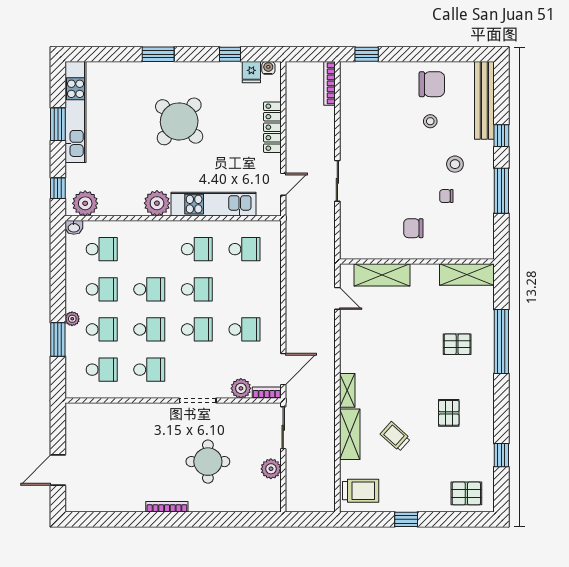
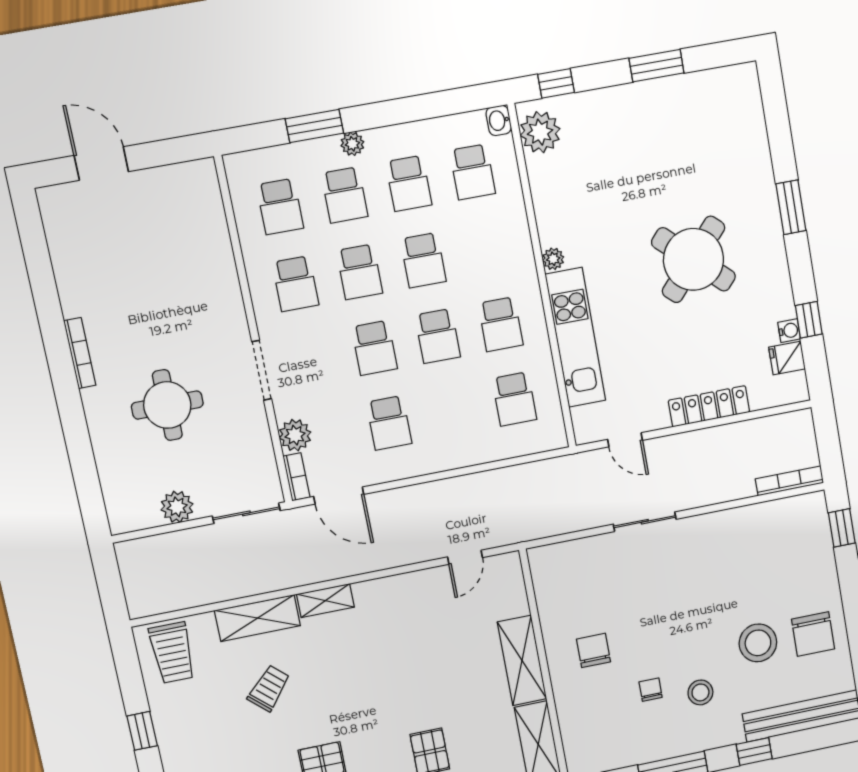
water cooler: (268, 68) -> (789, 331), moved
kitchen unit: (76, 112) -> (680, 91), removed
stool: (430, 121) -> (758, 643), width x1.89, depth x1.89
plant: (157, 203) -> (553, 259), width x0.53, depth x0.53
shelving: (382, 275) -> (522, 660), moved

